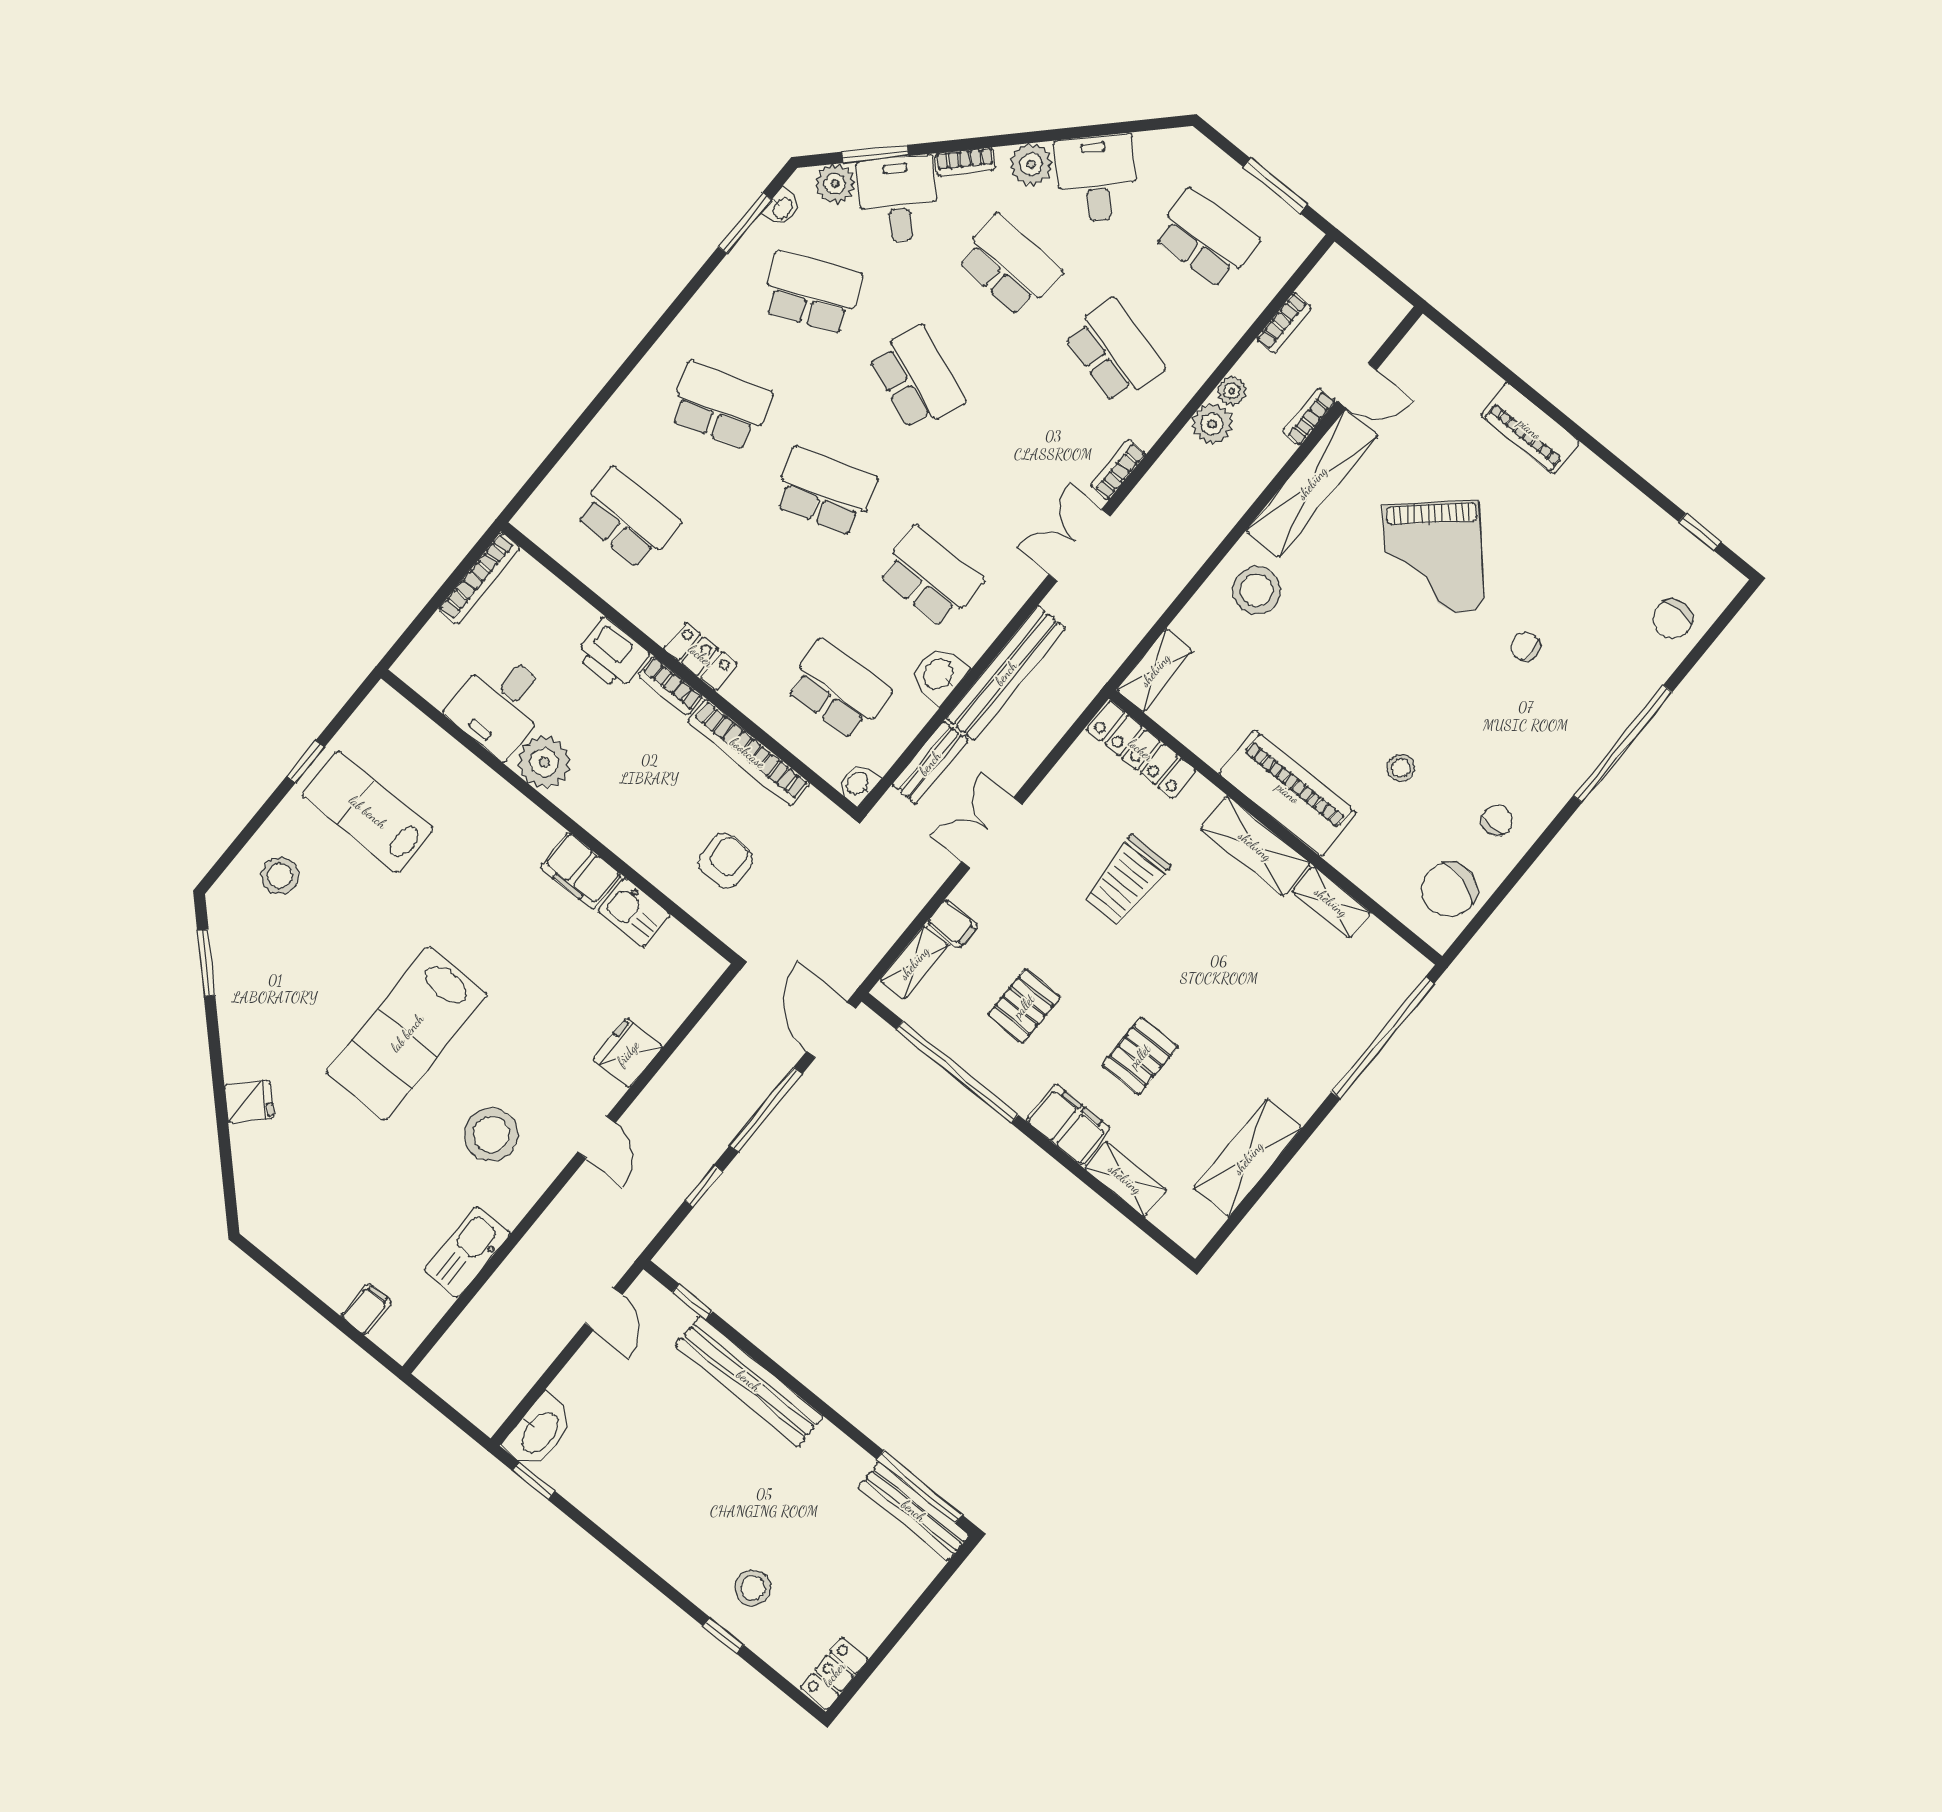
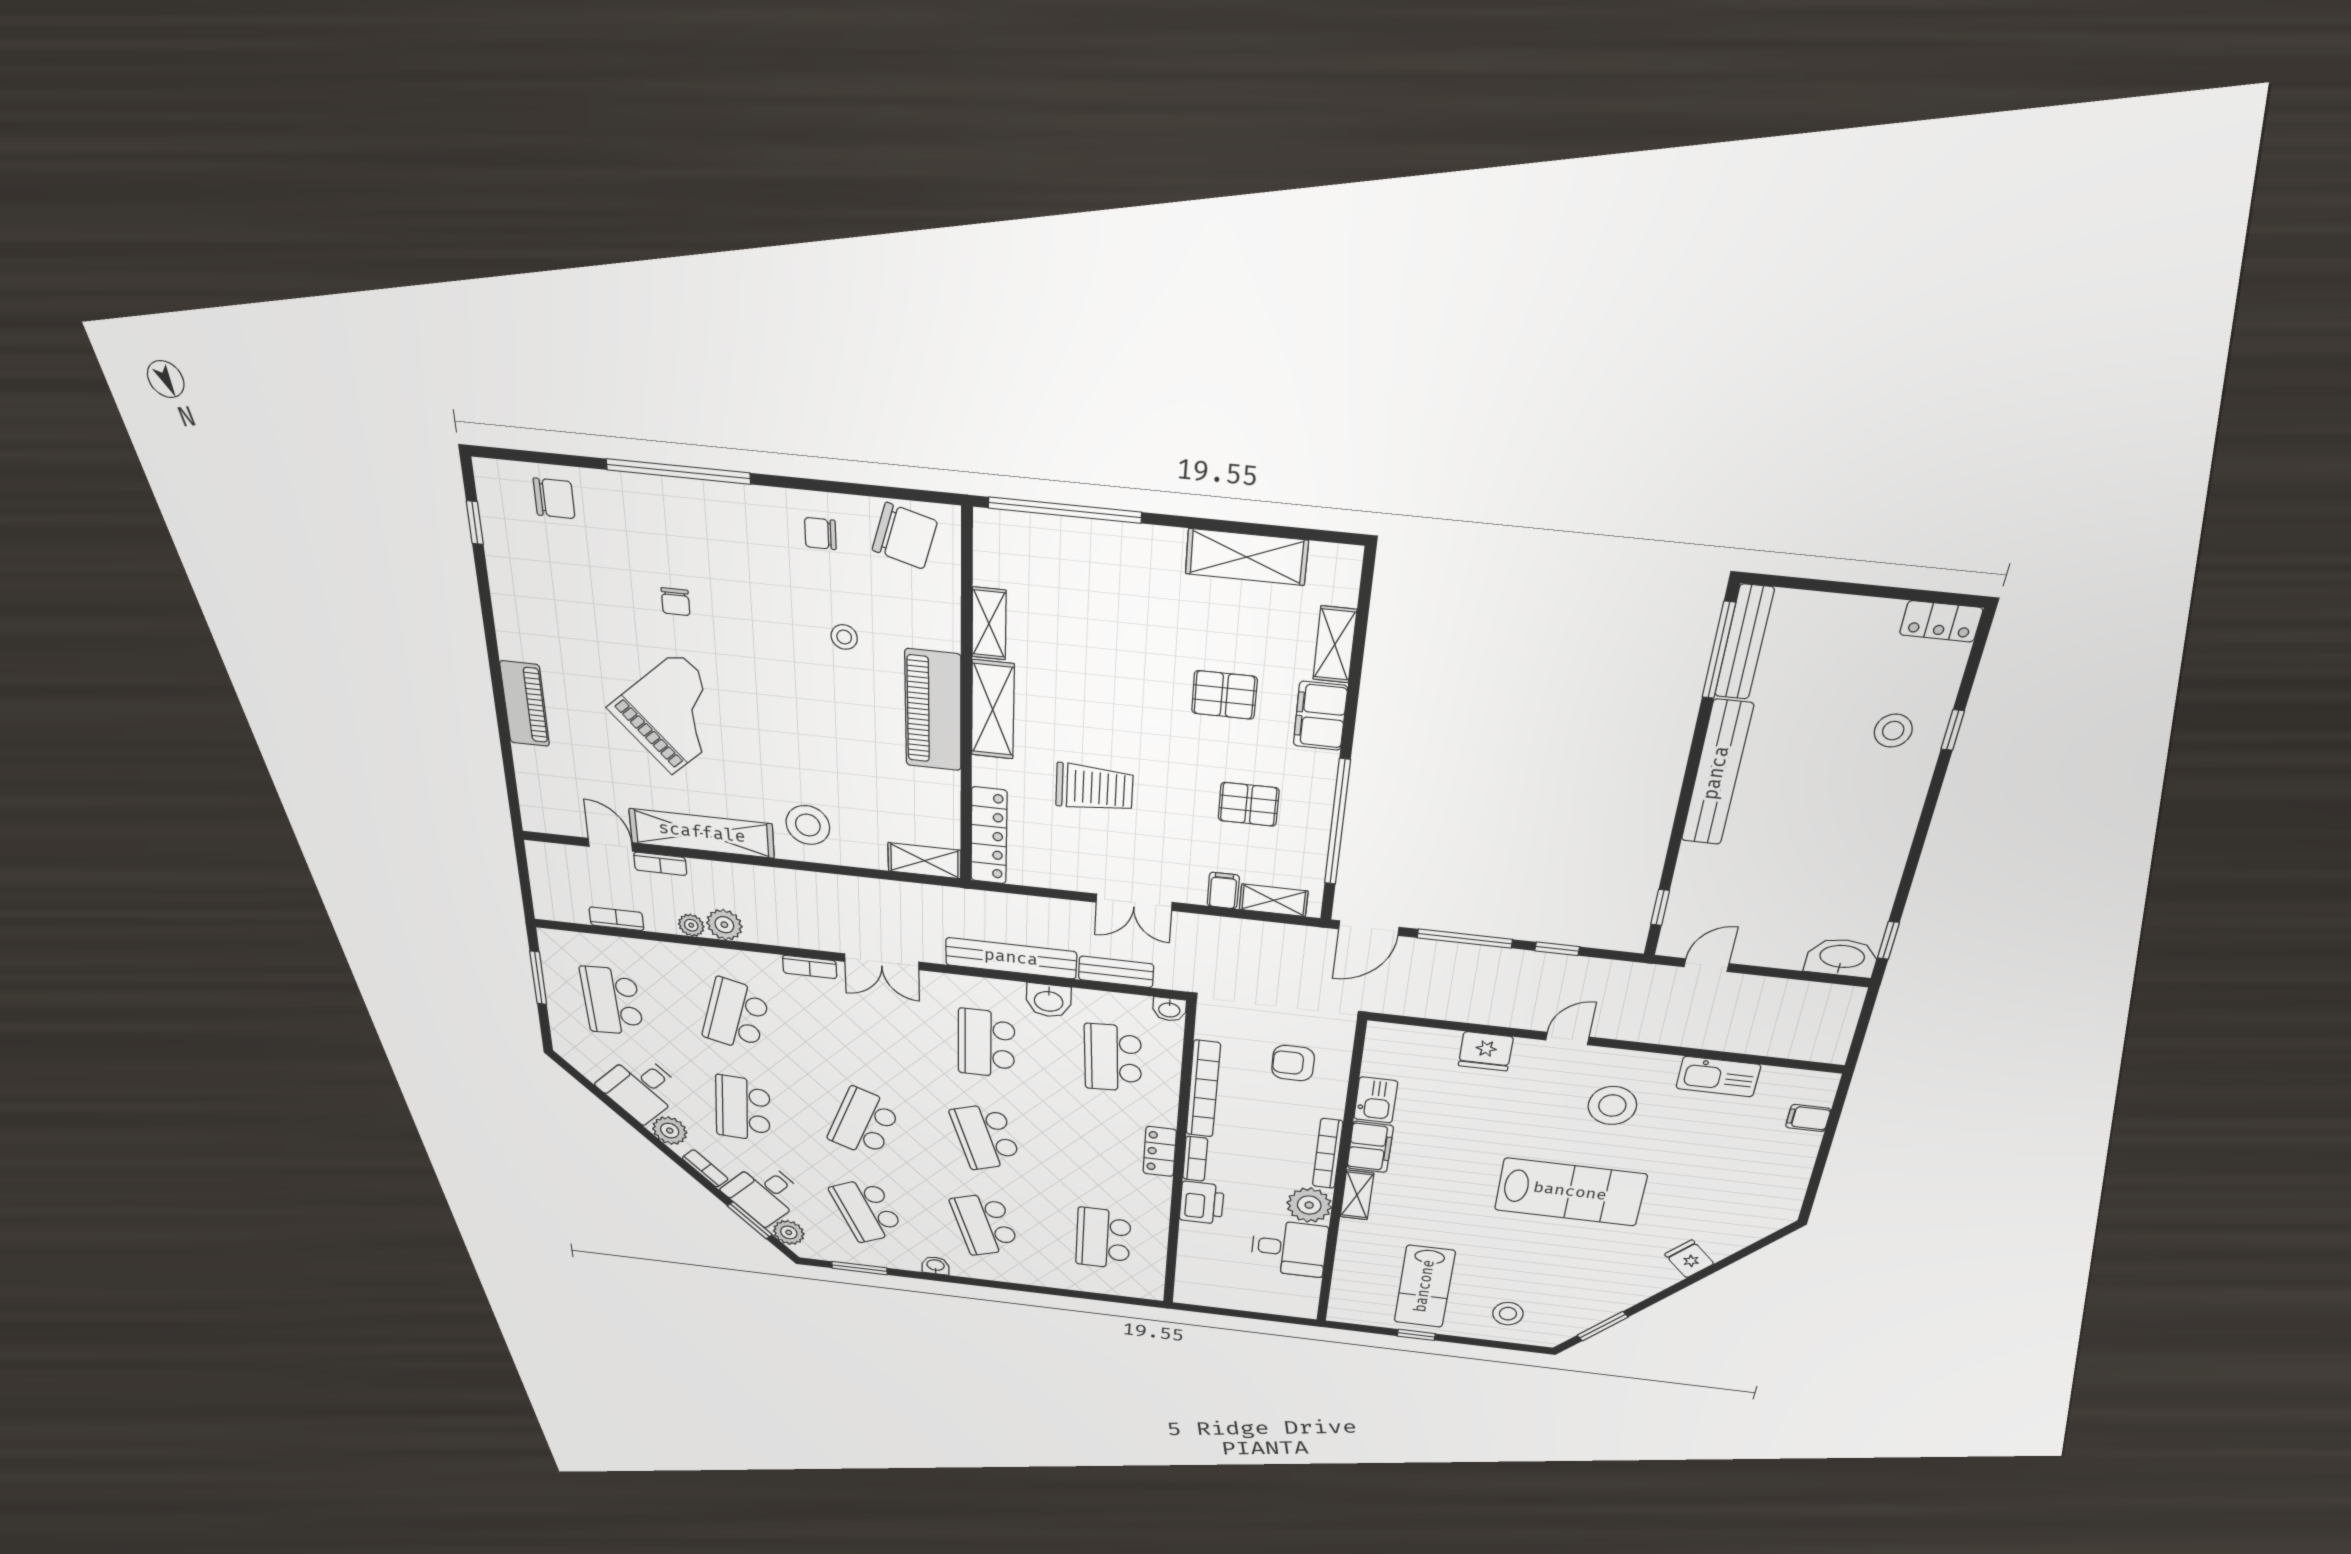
washbasin: (782, 208) -> (936, 1266), moved
bookcase: (479, 578) -> (1328, 1154), moved, turned -90
shelving: (528, 819) -> (1357, 1195), added
bench: (749, 1381) -> (1717, 773), moved

